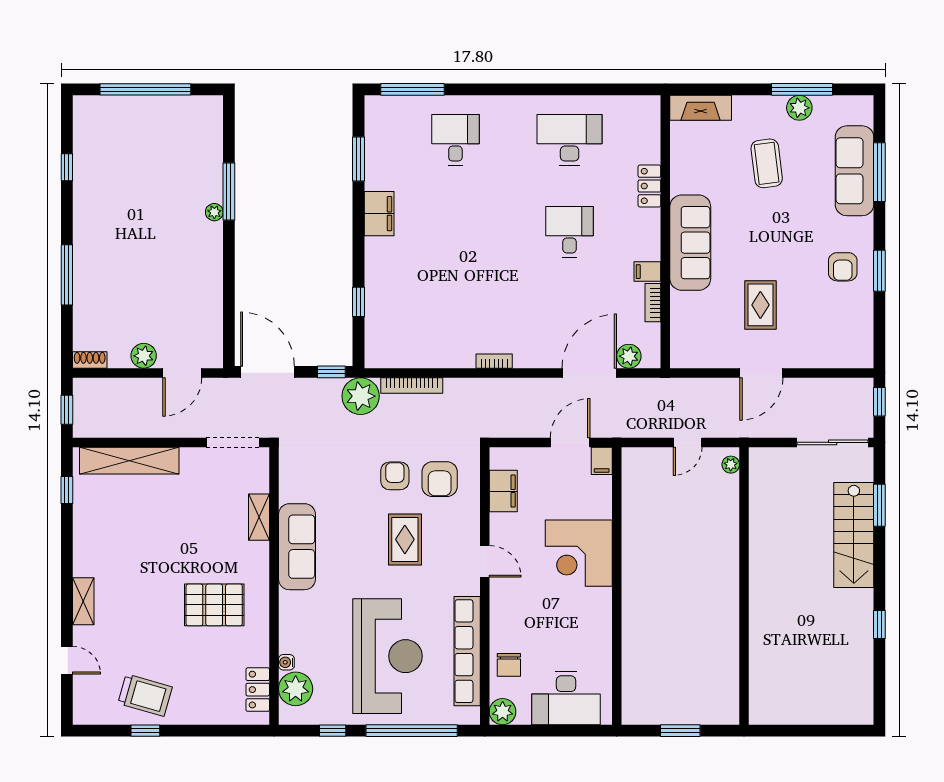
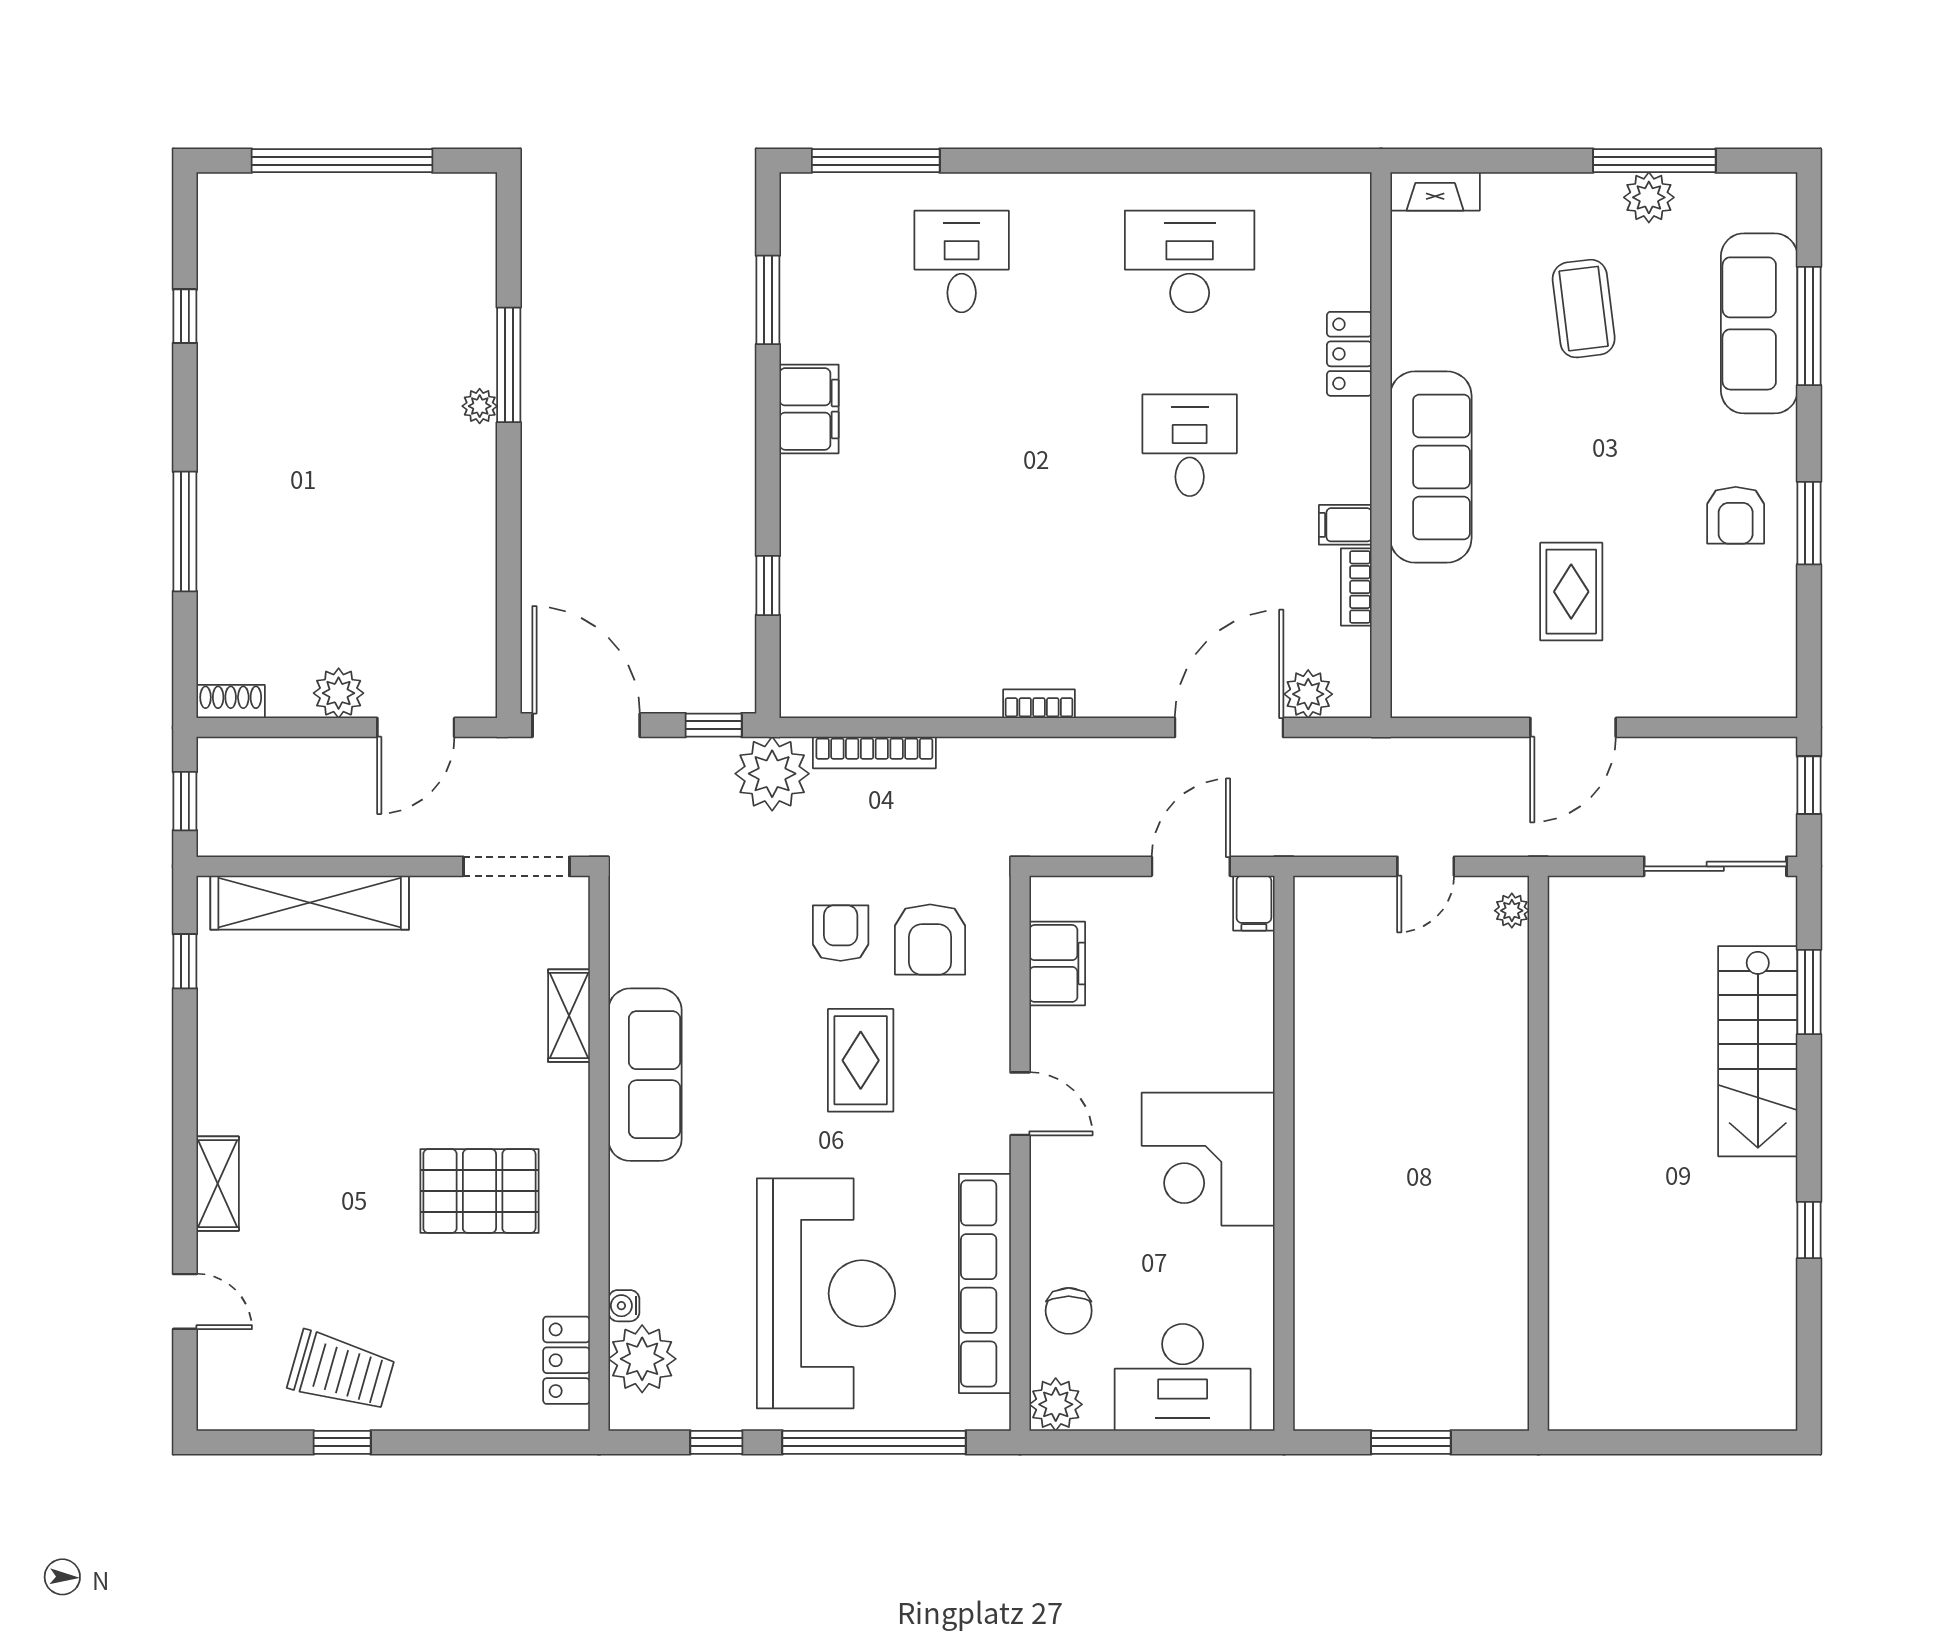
fireplace: (701, 108) -> (1435, 191), width x0.73, depth x0.76
corner desk: (579, 553) -> (1208, 1159), moved

